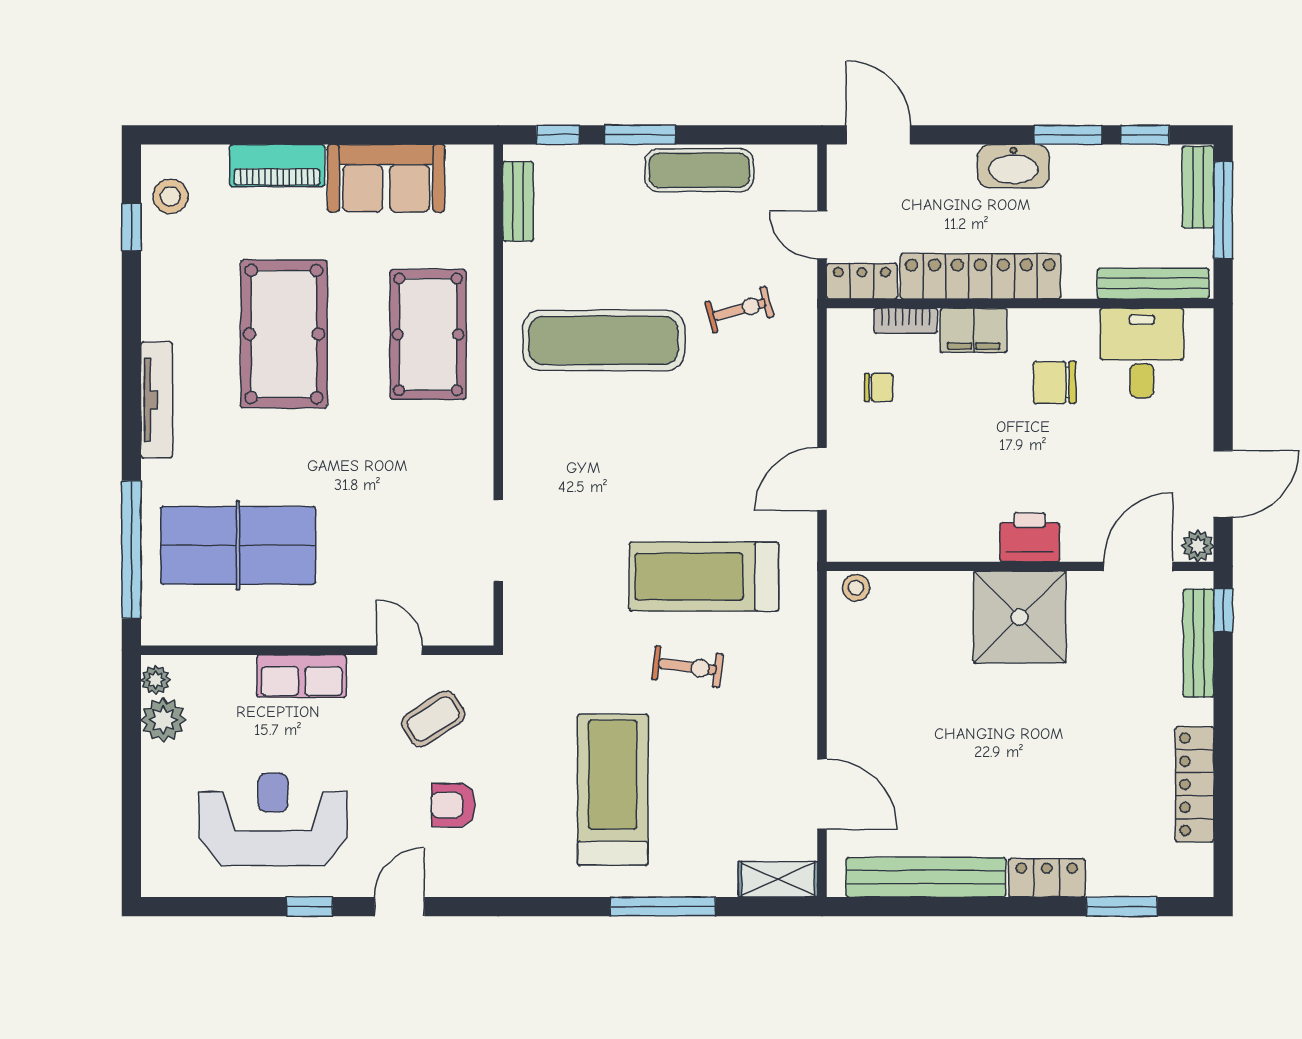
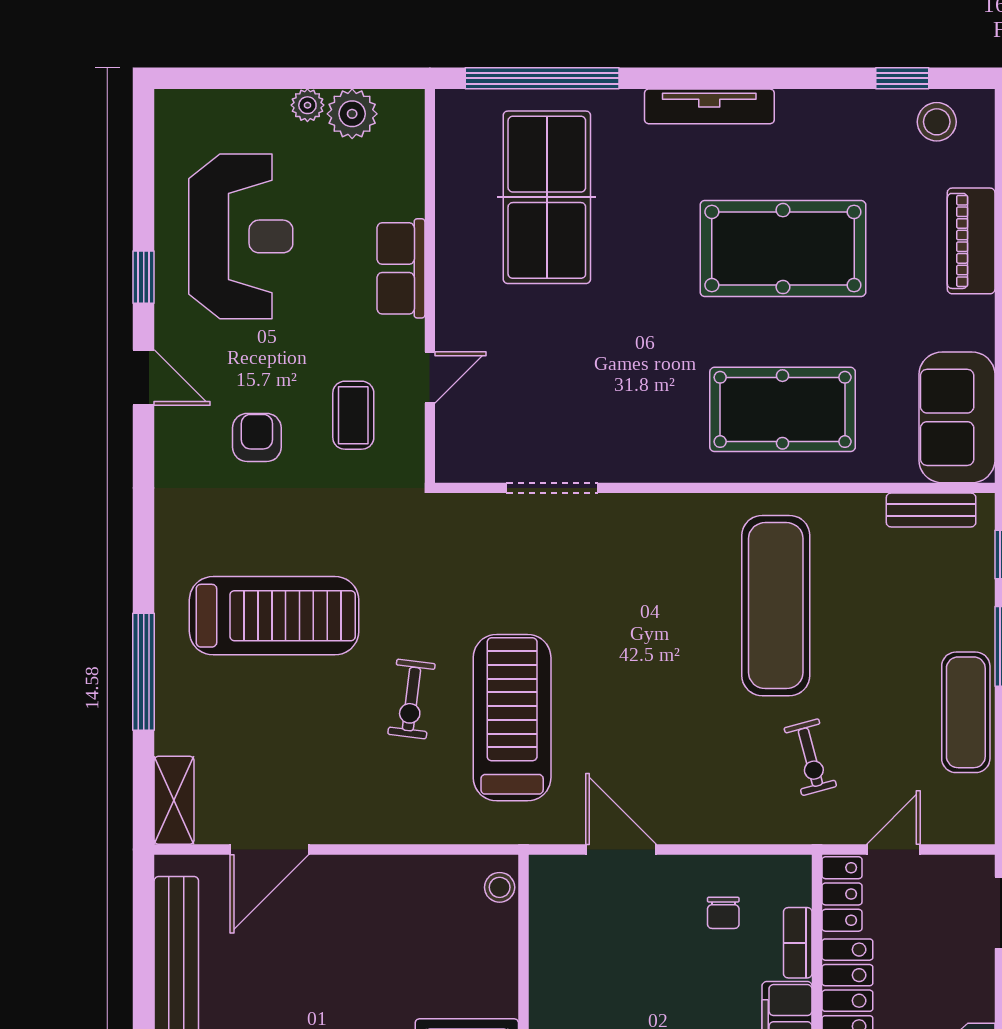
sofa: (386, 178) -> (957, 417), moved
plant: (156, 680) -> (307, 105), moved
coffee table: (433, 719) -> (353, 415), turned 33

